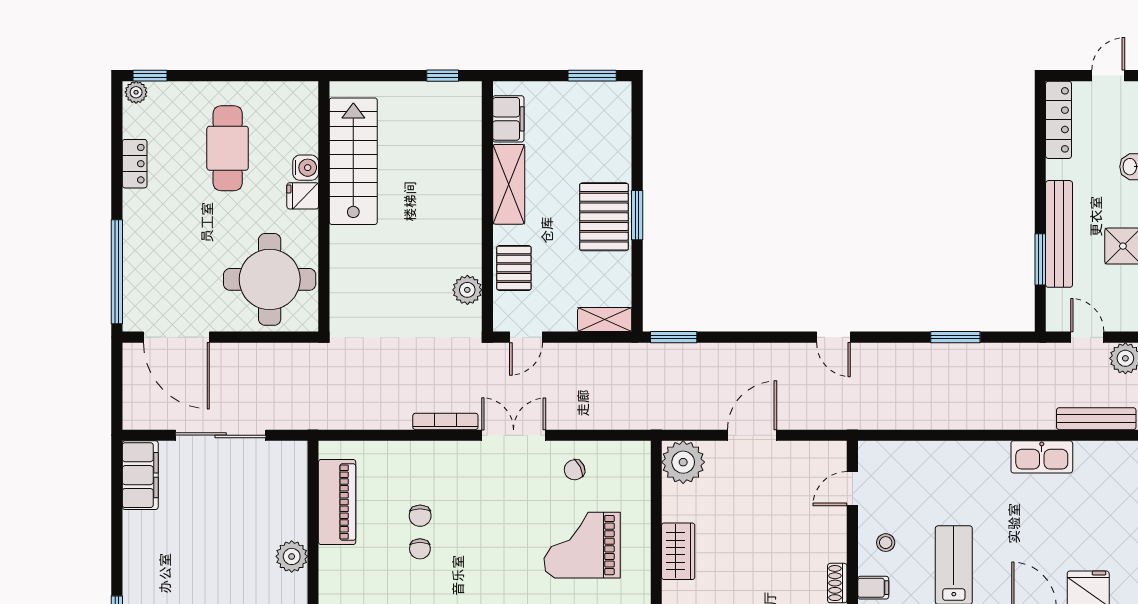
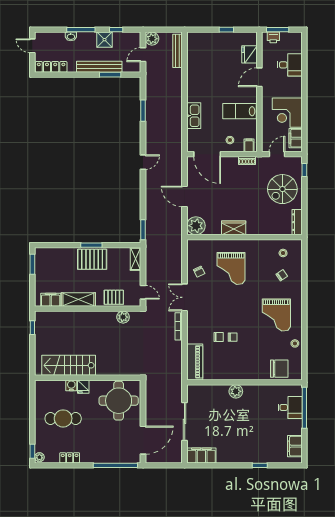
kitchen sink: (1042, 457) -> (194, 116), moved
door: (852, 489) -> (207, 154), width x1.88
piano: (337, 502) -> (195, 362), moved, turned 90

